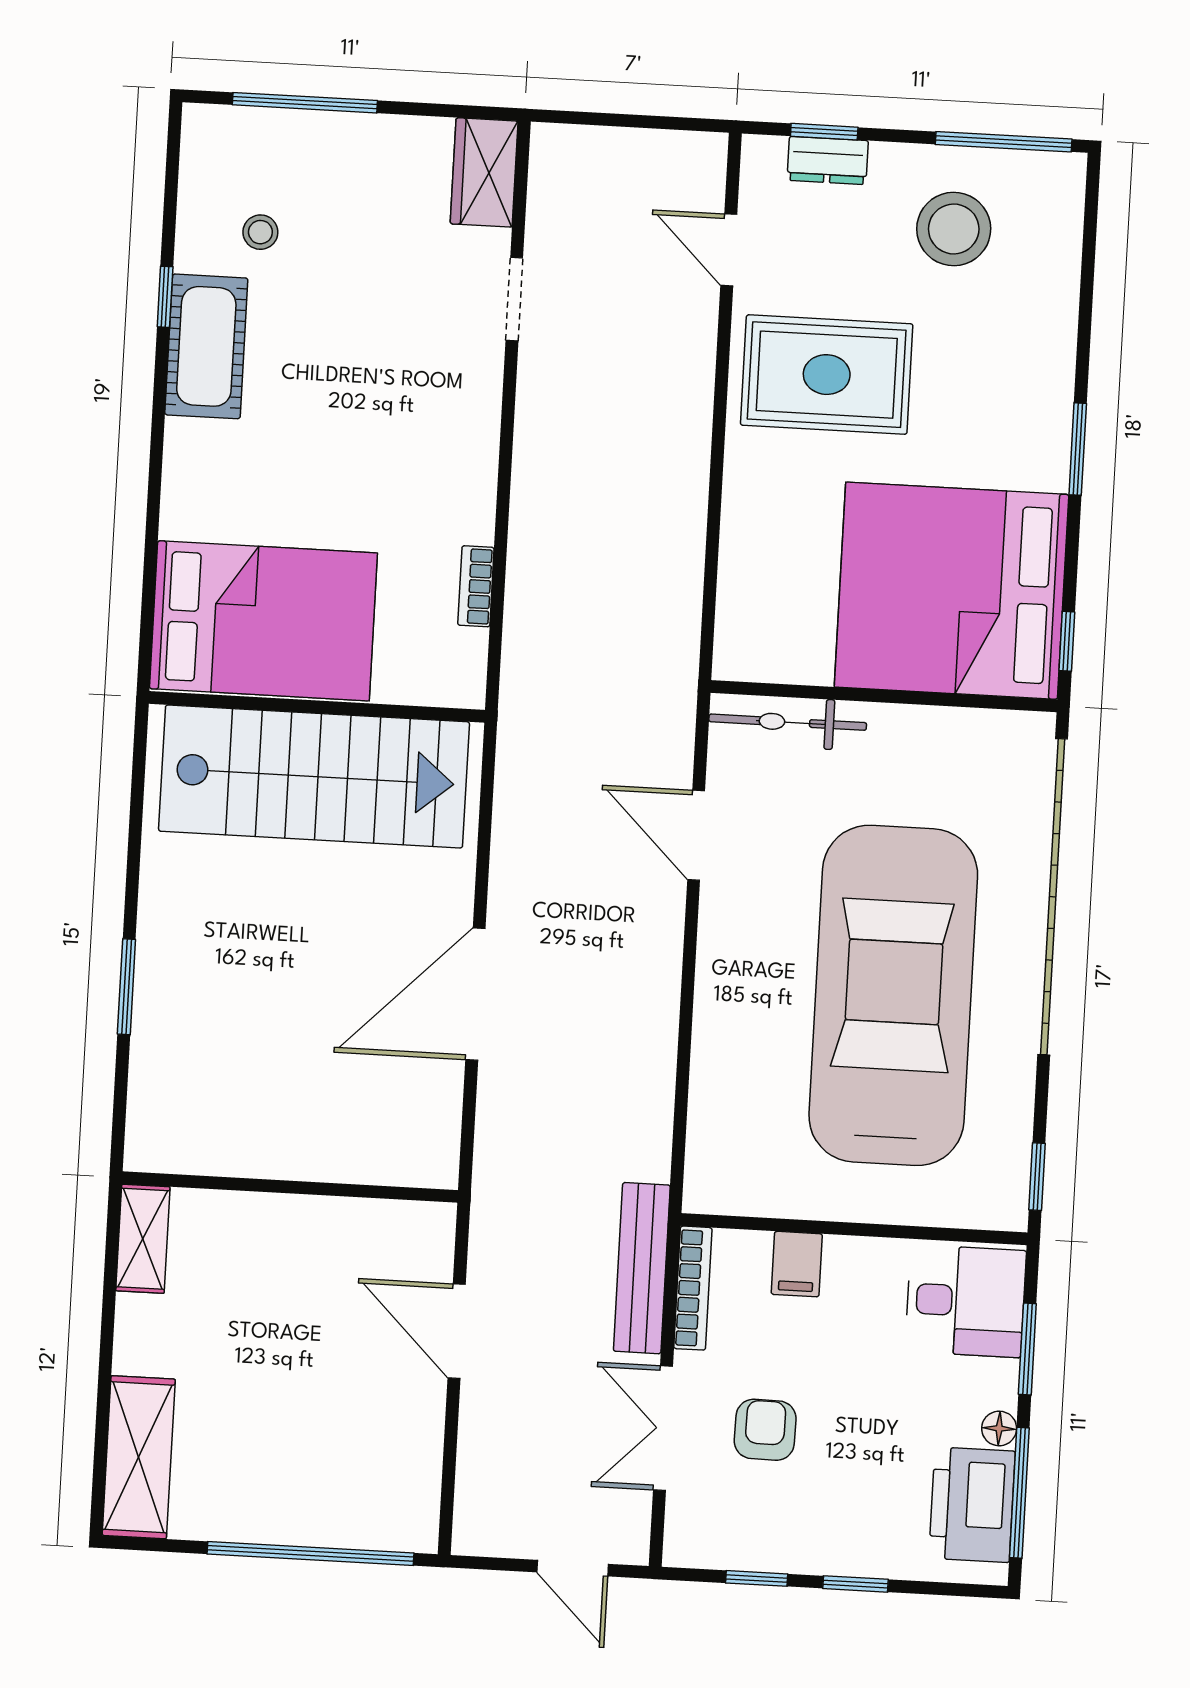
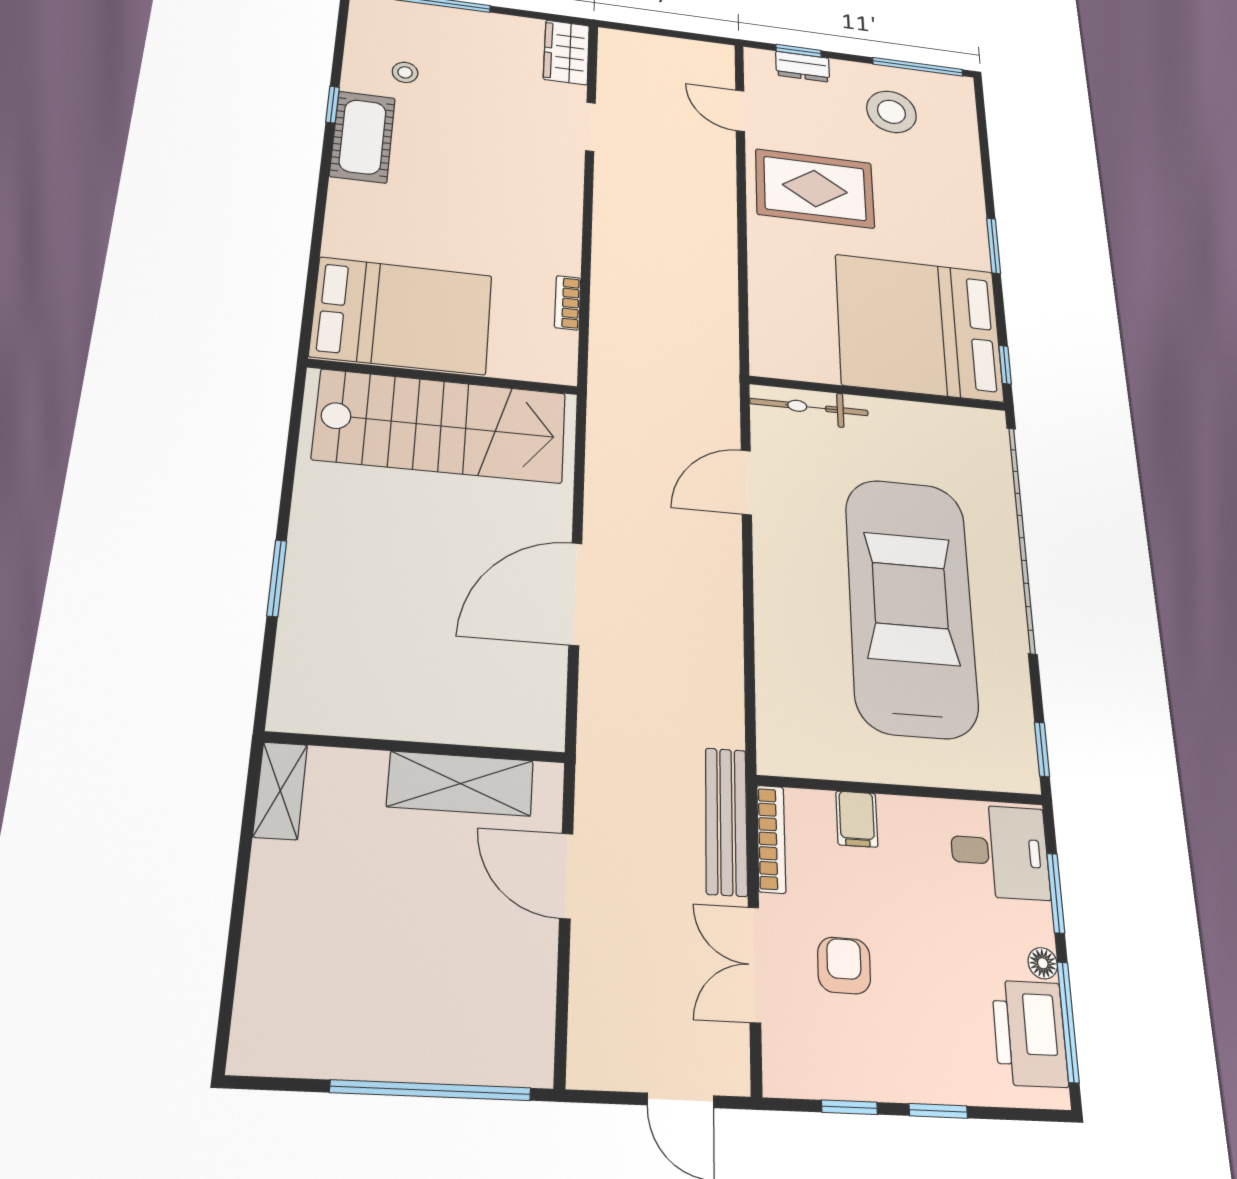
door: (696, 835) -> (746, 482), hinge flipped
shelving: (139, 1457) -> (460, 784), moved, turned 90

